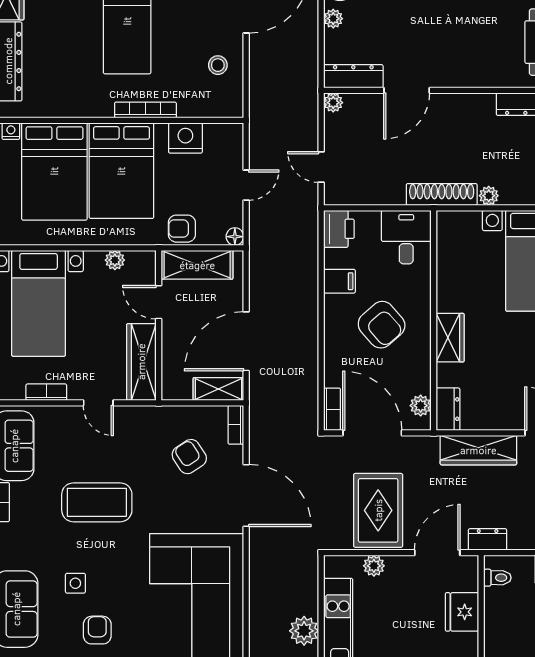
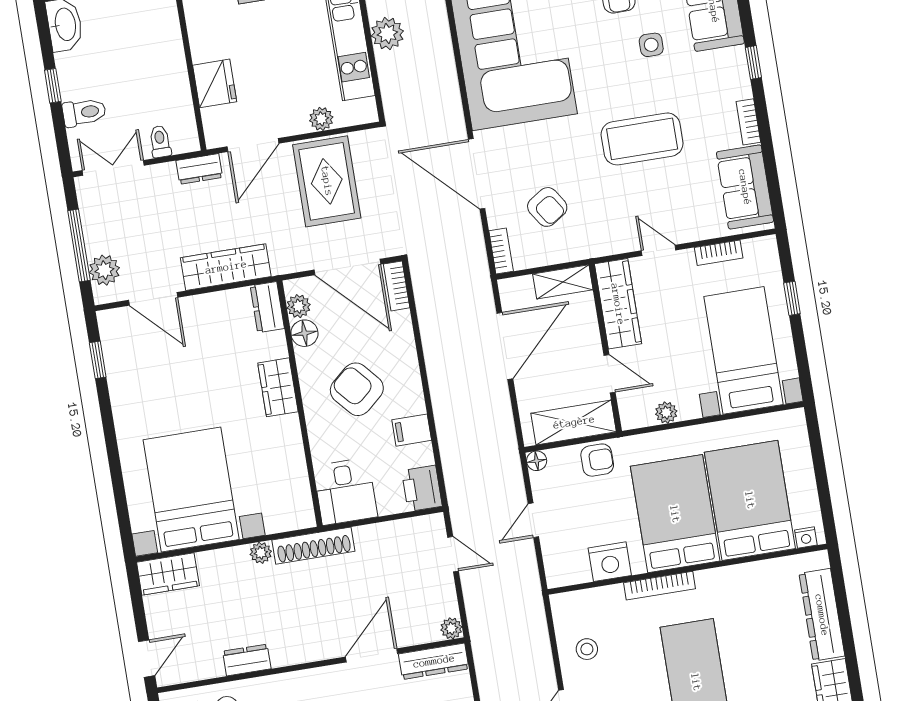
floor lamp: (419, 381) -> (304, 333), added
shelving: (218, 389) -> (563, 282), moved
toilet: (497, 578) -> (160, 142), moved, turned 90

